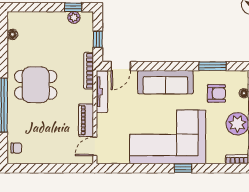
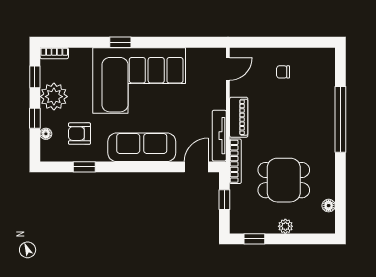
plant: (74, 17) -> (285, 226), moved
window: (212, 66) -> (84, 167), width x0.67
dining table: (36, 85) -> (284, 180), moved
piano: (86, 120) -> (239, 117), moved
chair: (16, 148) -> (283, 72), moved

